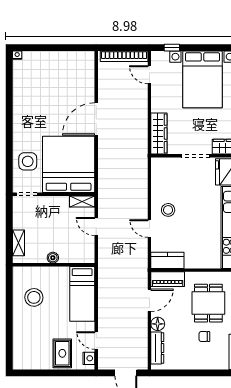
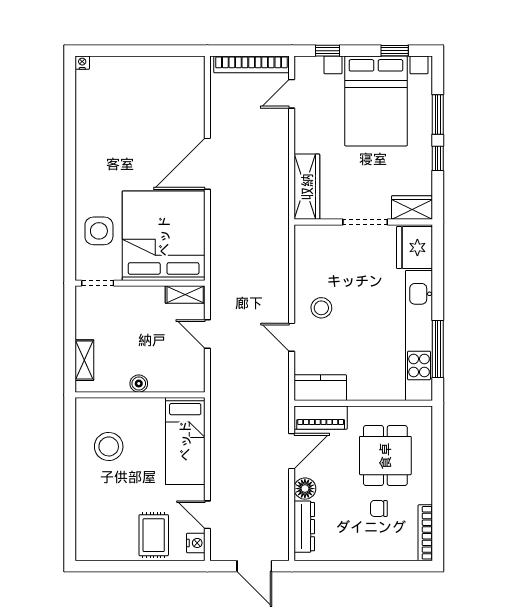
window: (214, 48) -> (395, 51), added
door: (149, 75) -> (292, 94), hinge flipped

